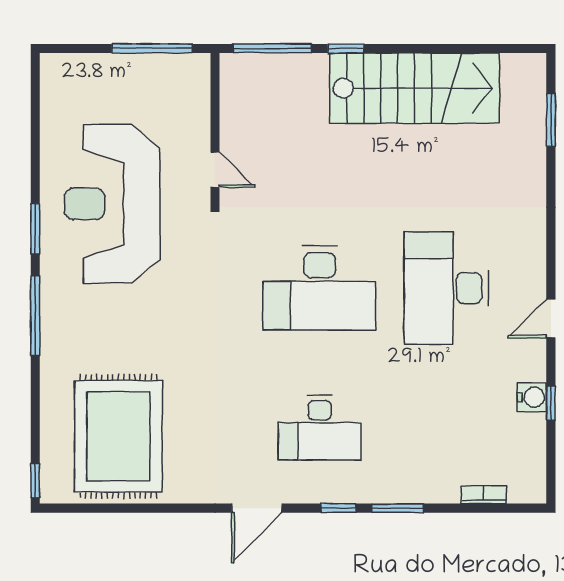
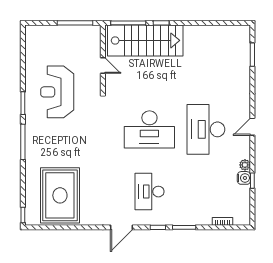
stairs: (414, 88) -> (145, 40), moved
door: (215, 170) -> (103, 65), moved
reception desk: (112, 204) -> (57, 92), width x0.74, depth x0.77
door: (551, 318) -> (252, 127), moved
plant: (534, 368) -> (245, 165), added
desk: (320, 428) -> (149, 192), turned 90

